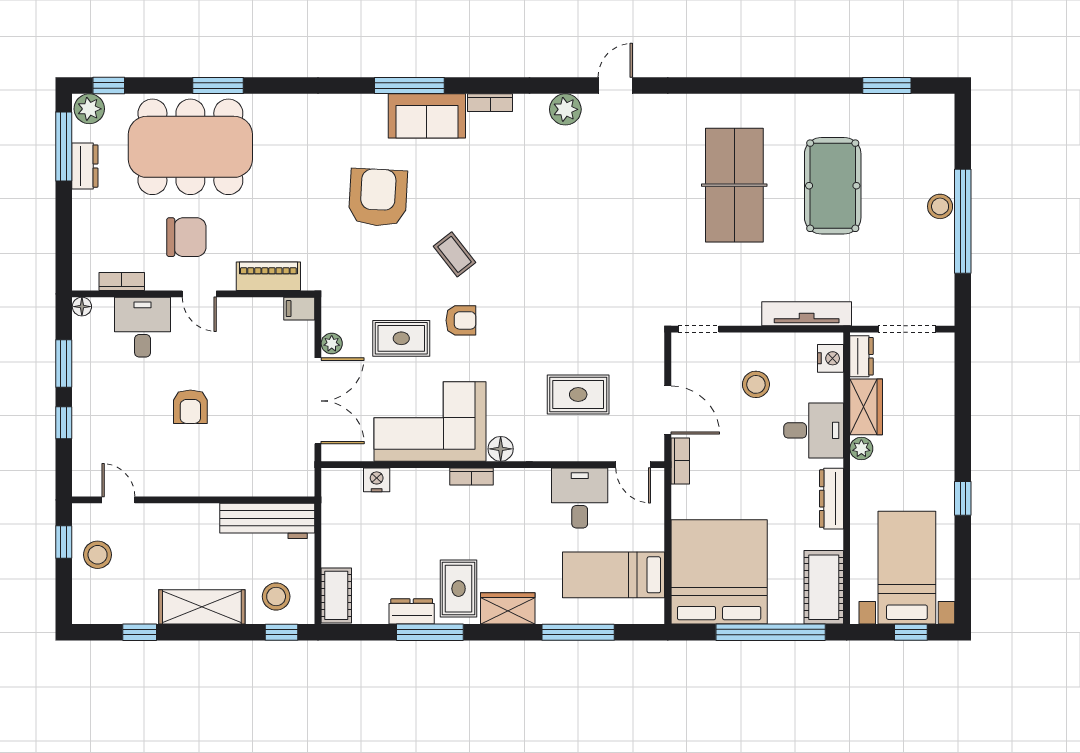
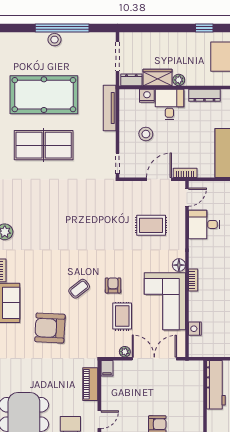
pool table: (833, 186) -> (44, 95), width x1.36, depth x1.32
nightstand: (831, 358) -> (147, 96), moved
rug: (578, 395) -> (151, 225), turned 90

